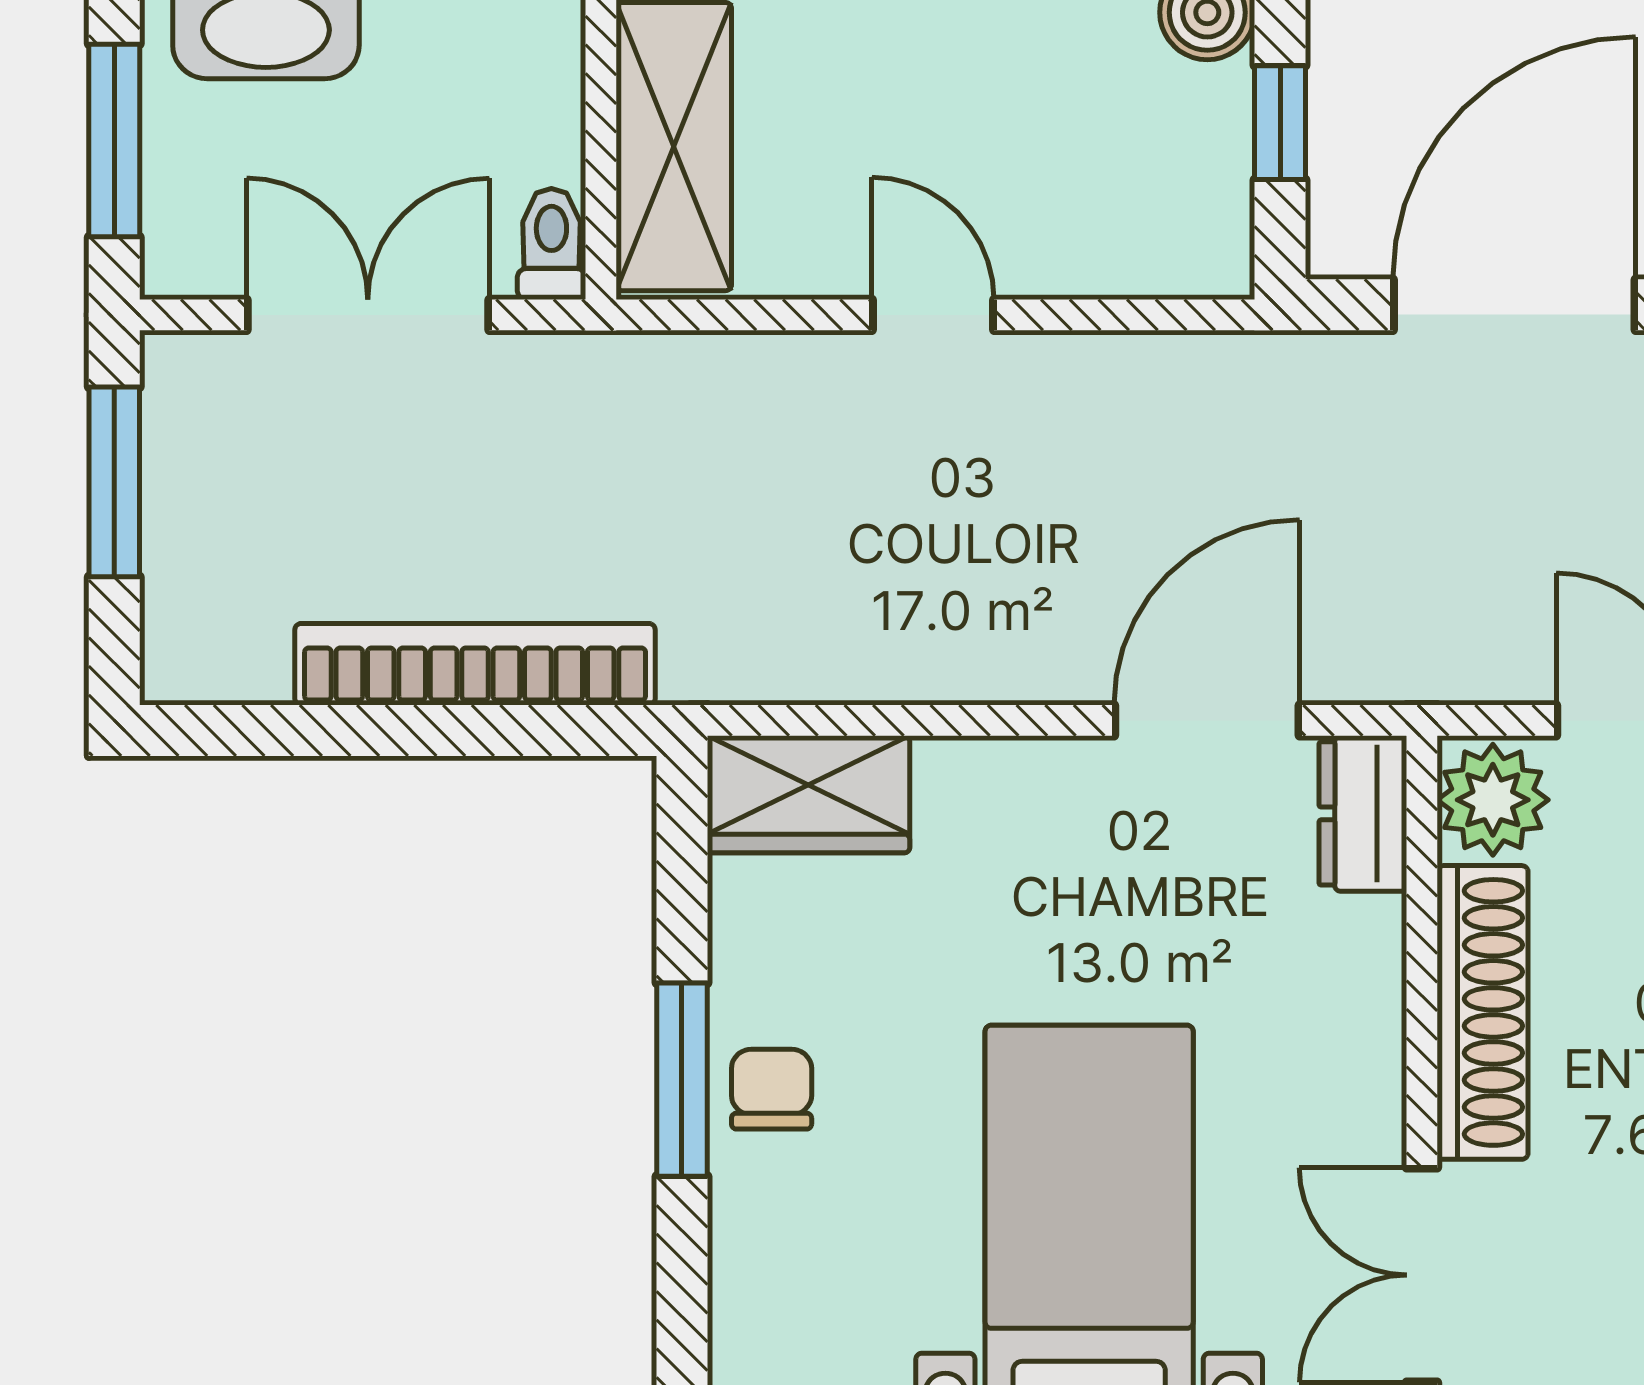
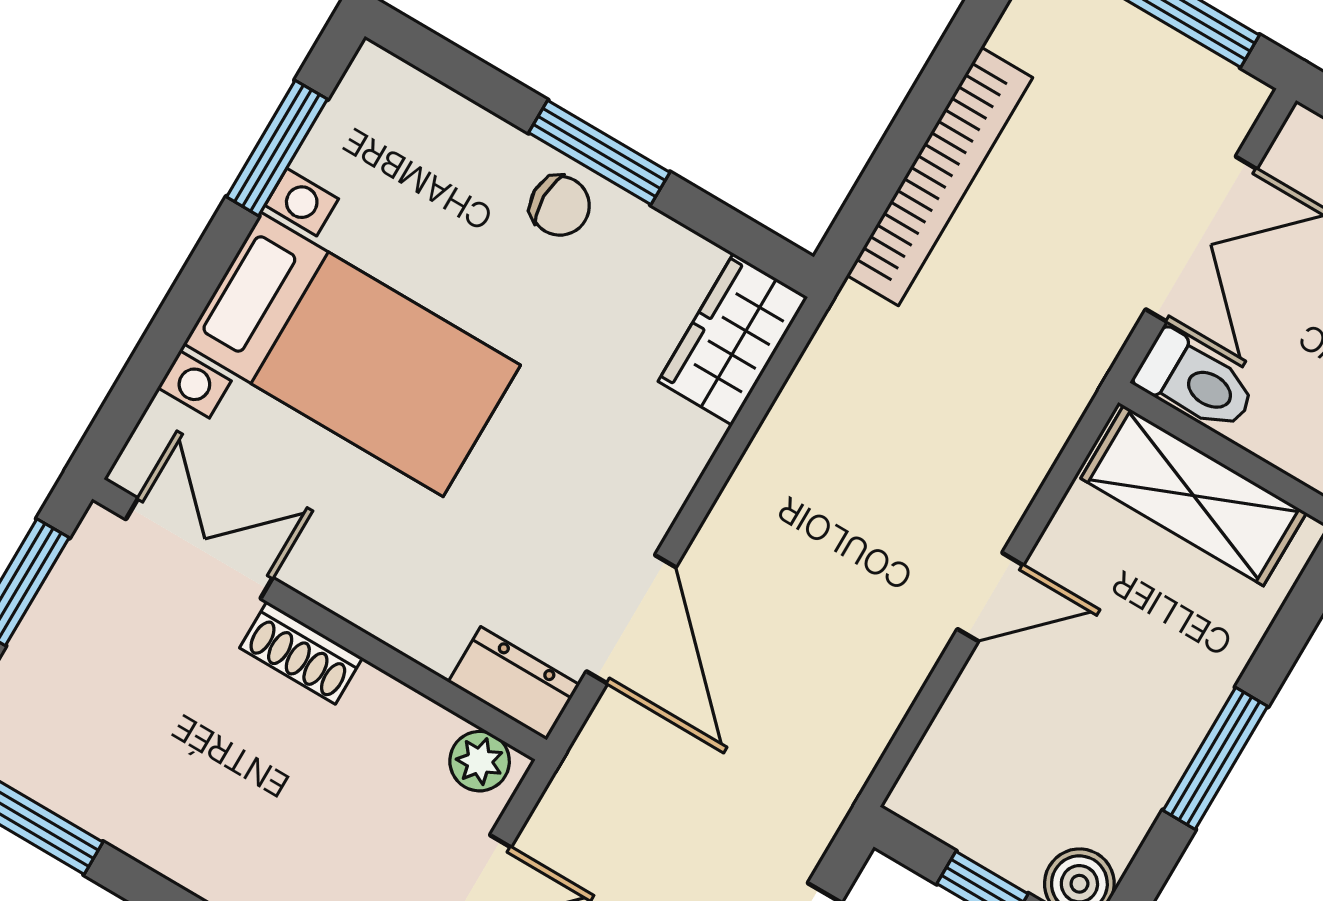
toilet: (551, 244) -> (1196, 382), width x1.37, depth x1.39
plant: (1493, 800) -> (480, 761), width x0.73, depth x0.73
shoe rack: (1483, 1012) -> (301, 653), width x0.51, depth x0.81

